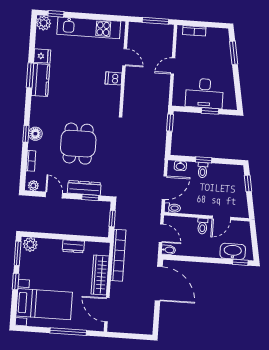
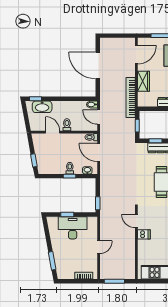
door: (125, 57) -> (136, 221), moved
door: (164, 188) -> (99, 152), hinge flipped
door: (221, 218) -> (53, 132), hinge flipped
wardrobe: (100, 275) -> (144, 81), width x0.67
door: (159, 284) -> (98, 65), moved
door: (107, 310) -> (136, 55), hinge flipped

